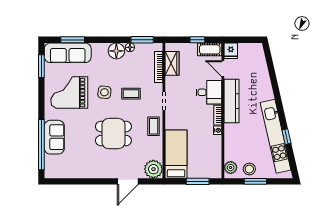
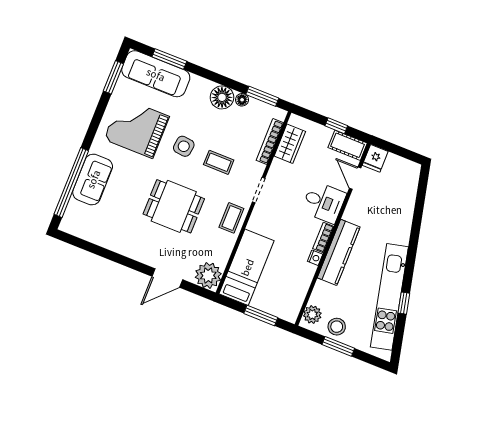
kitchen counter: (231, 101) -> (339, 252), moved

